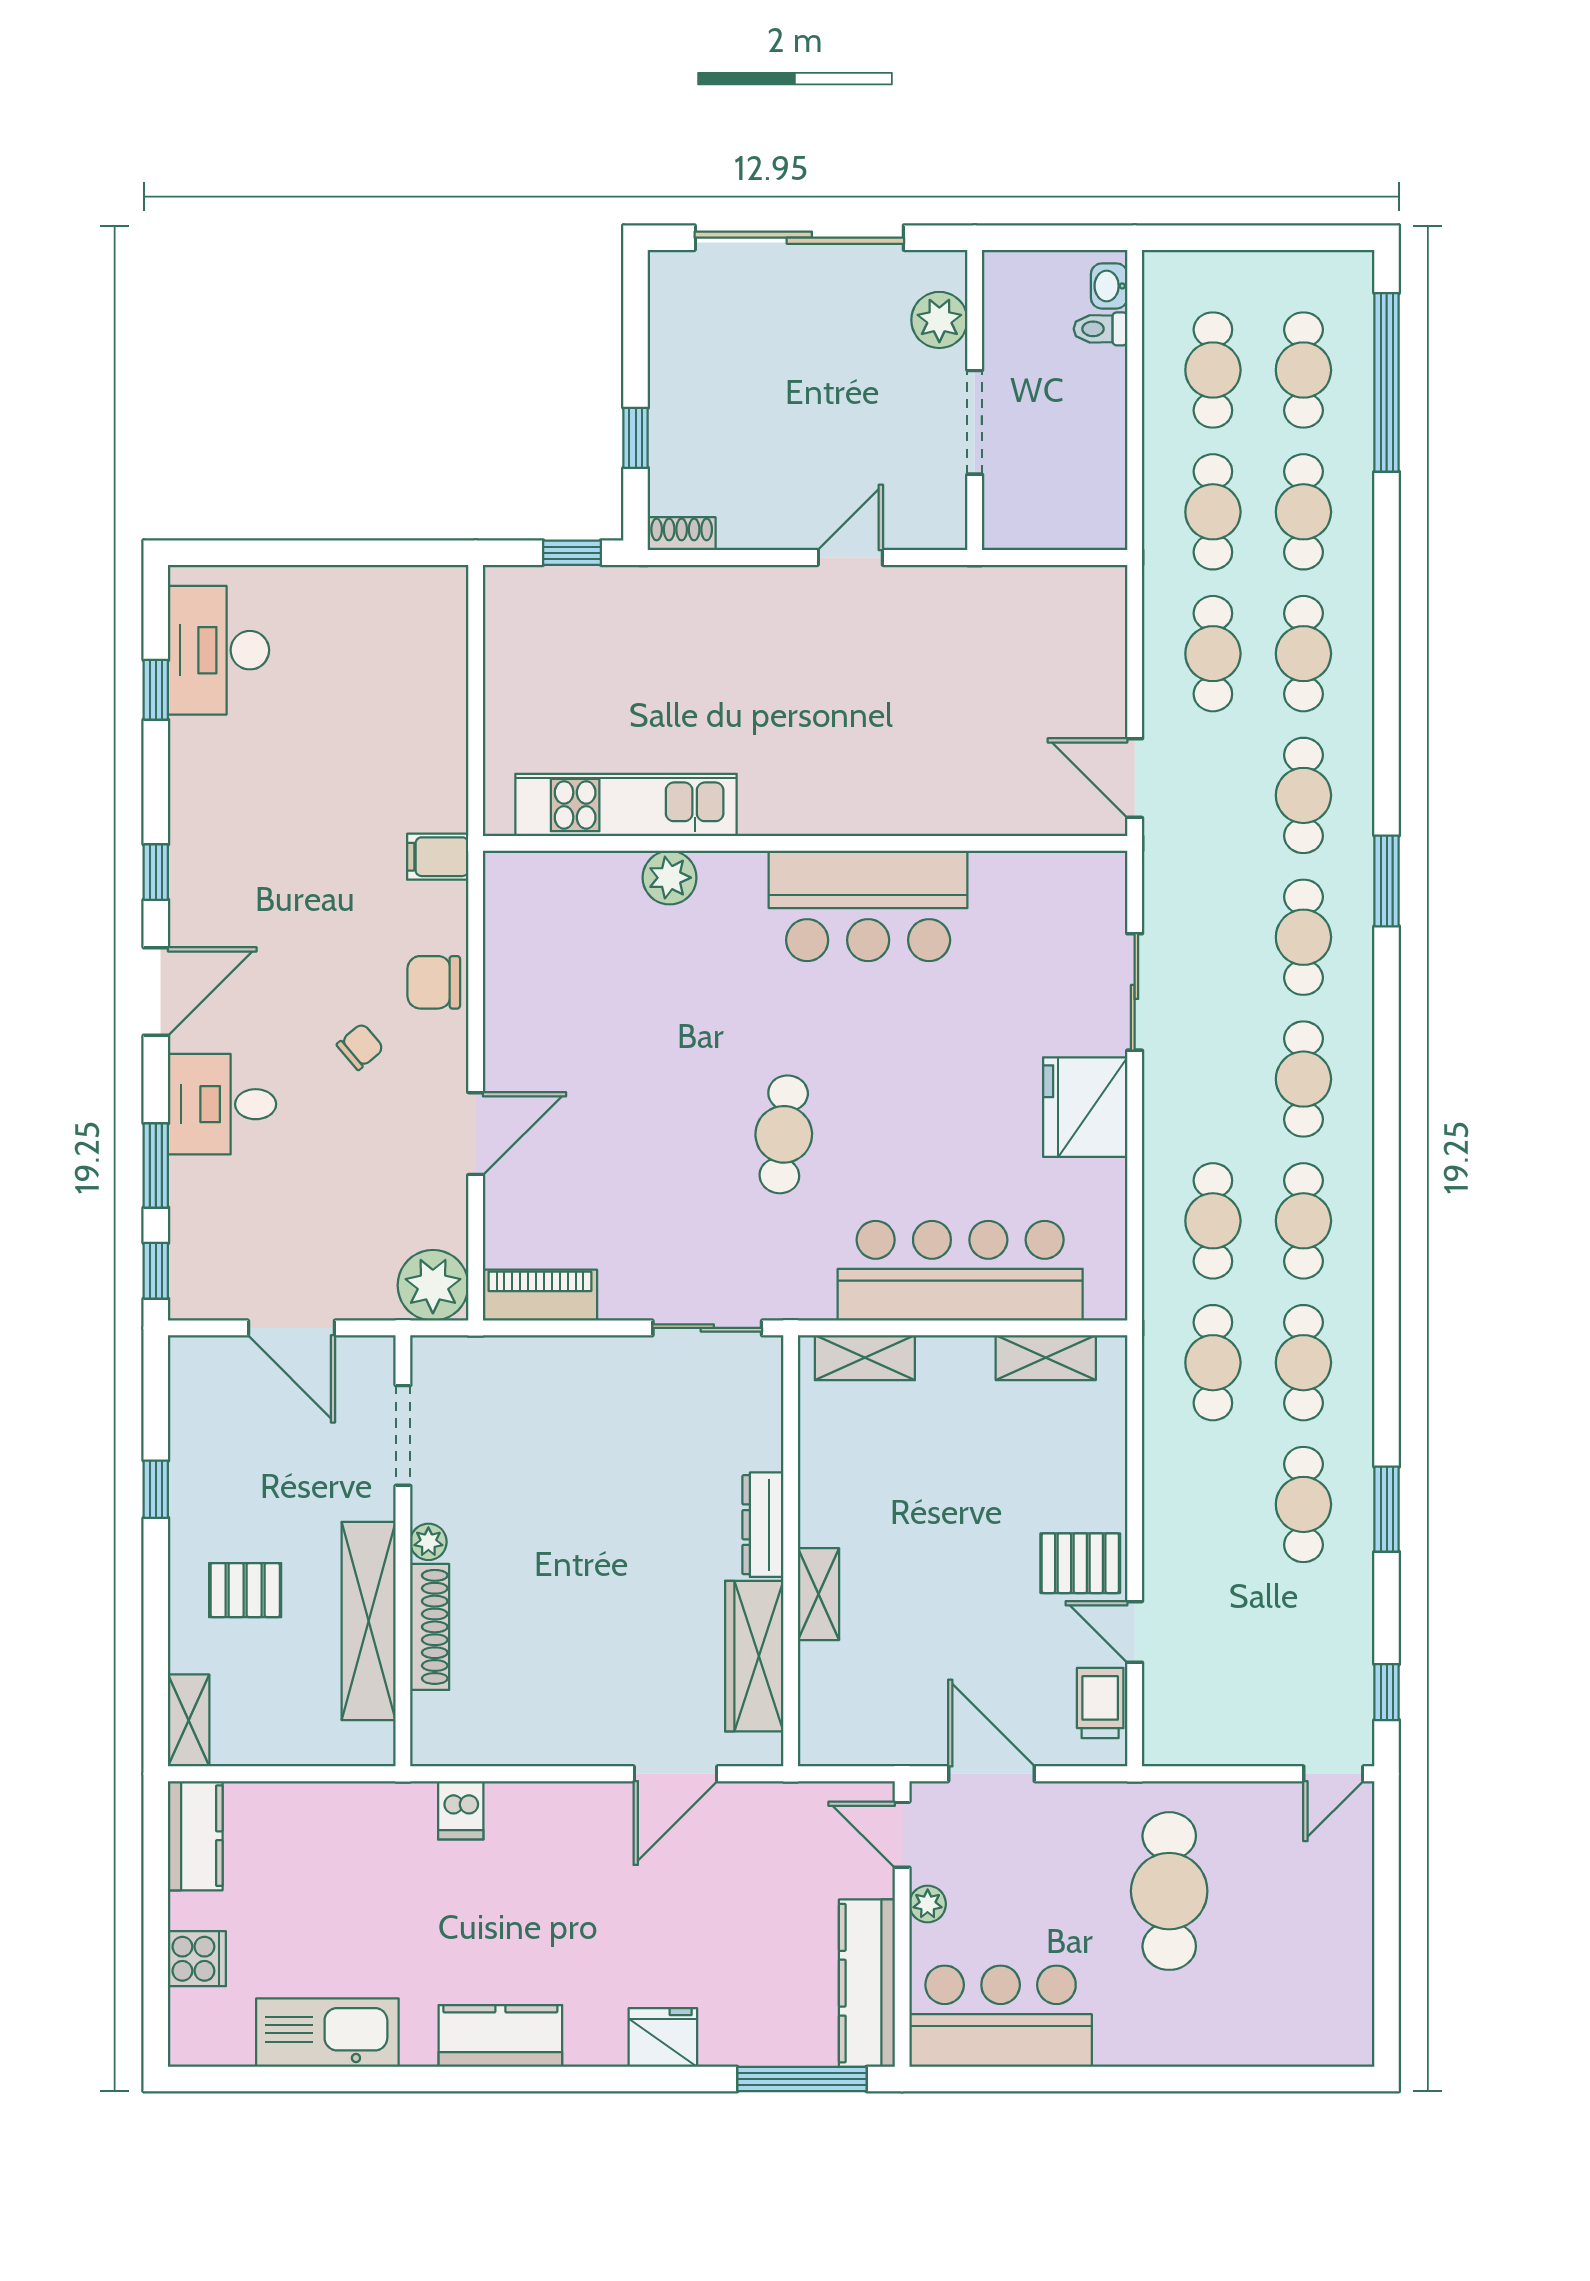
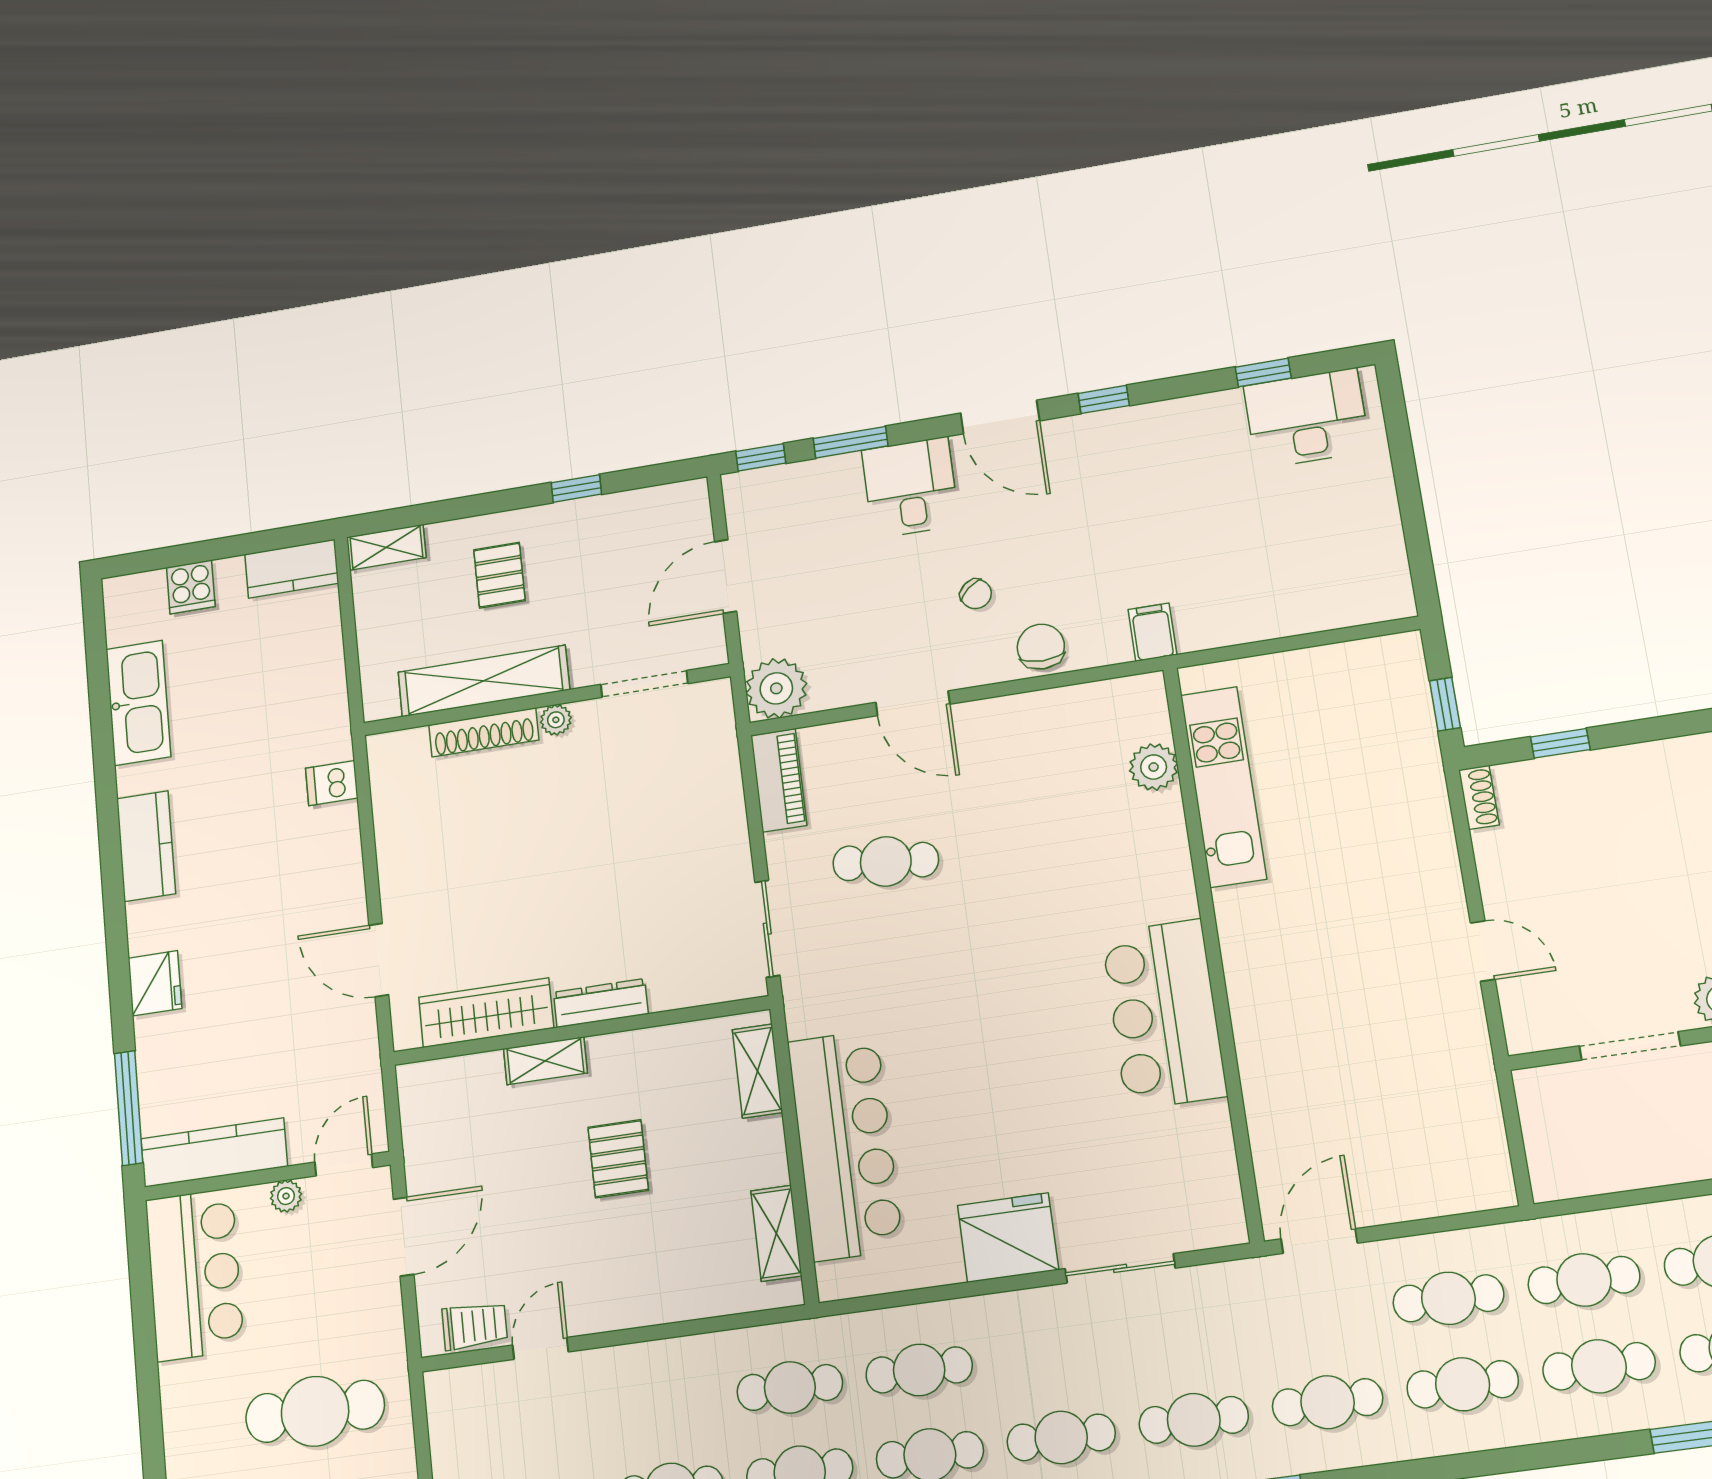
plant: (670, 878) -> (1154, 767), moved
cafe table: (784, 1134) -> (886, 861), moved
pallet: (1080, 1563) -> (618, 1159), moved

